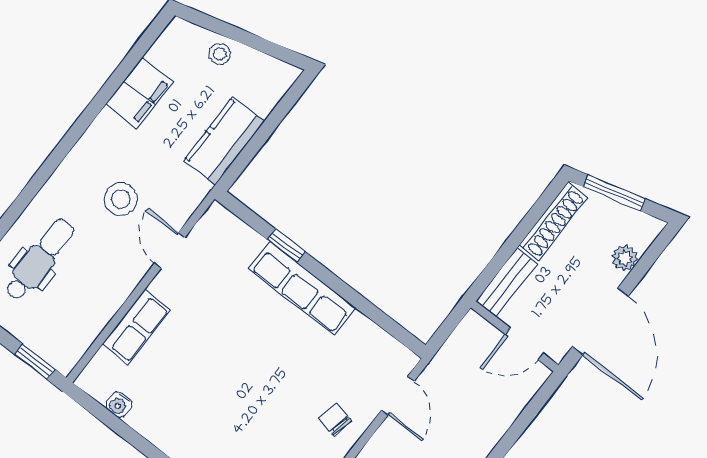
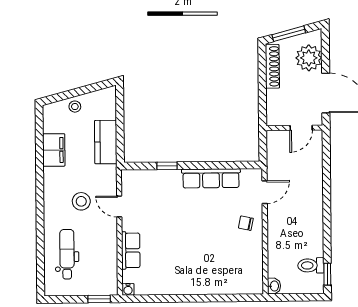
plant: (625, 258) -> (309, 58), width x1.87, depth x1.87
bench: (506, 283) -> (273, 108), removed
row of seats: (302, 289) -> (211, 178), moved
door: (398, 396) -> (265, 192), hinge flipped
water cooler: (119, 405) -> (128, 289), moved

